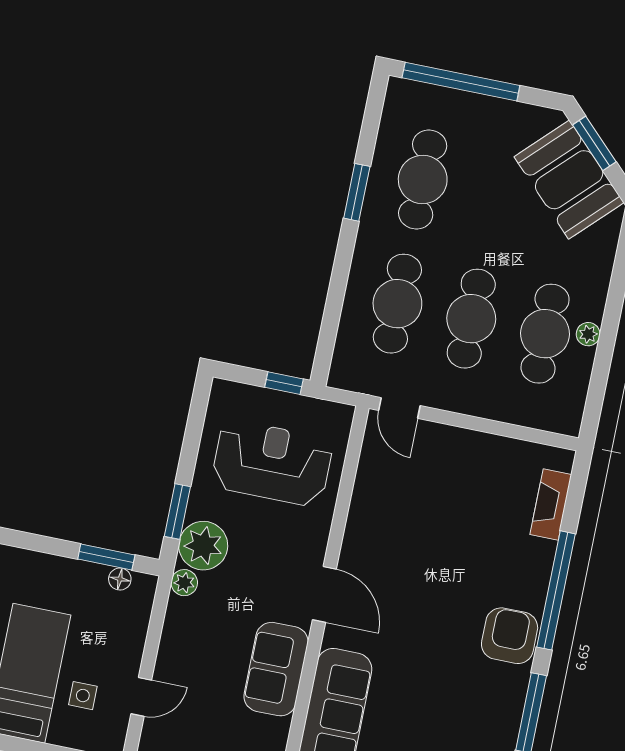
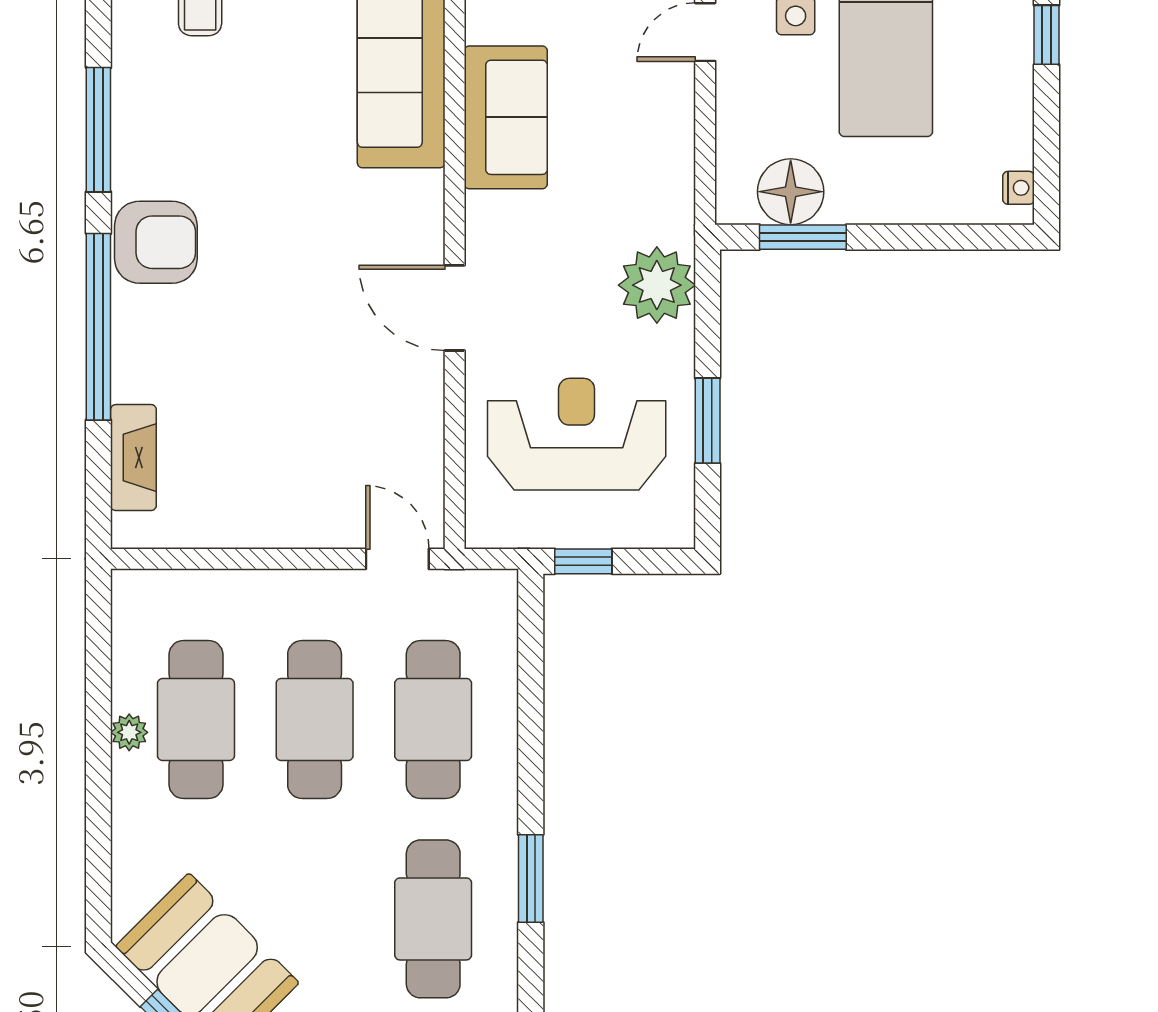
reception desk: (272, 463) -> (577, 434), turned 180
window: (177, 512) -> (708, 421), moved
floor lamp: (120, 579) -> (791, 192), width x1.89, depth x1.89
plant: (184, 583) -> (675, 222), removed
door: (324, 594) -> (455, 308), moved
armchair: (510, 636) -> (156, 242), turned -90

